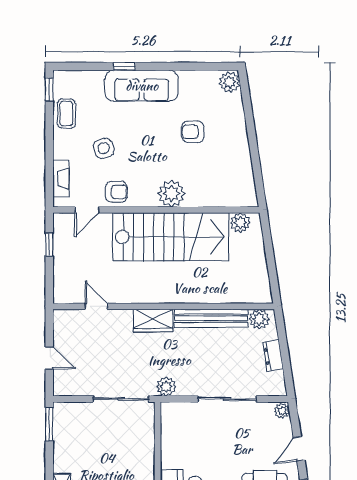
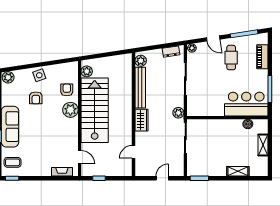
coffee table: (66, 114) -> (13, 162), moved
side table: (104, 148) -> (39, 75), moved
armchair: (116, 192) -> (67, 90), moved
dresser: (273, 356) -> (171, 52), moved

